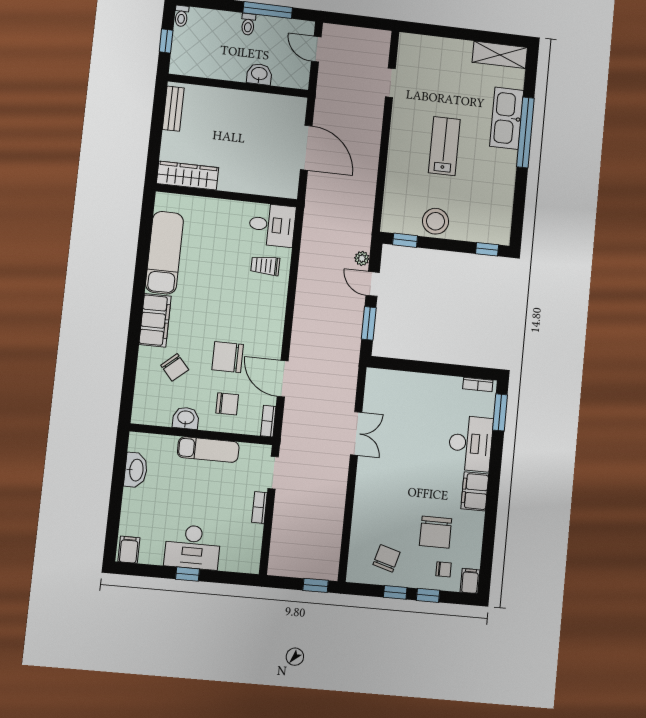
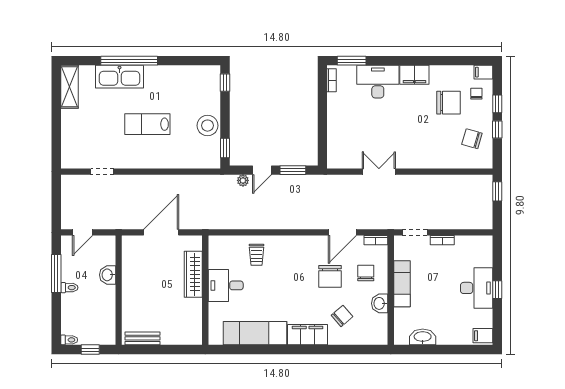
wardrobe: (188, 176) -> (193, 274), moved
desk: (272, 225) -> (226, 285), moved, turned -90

